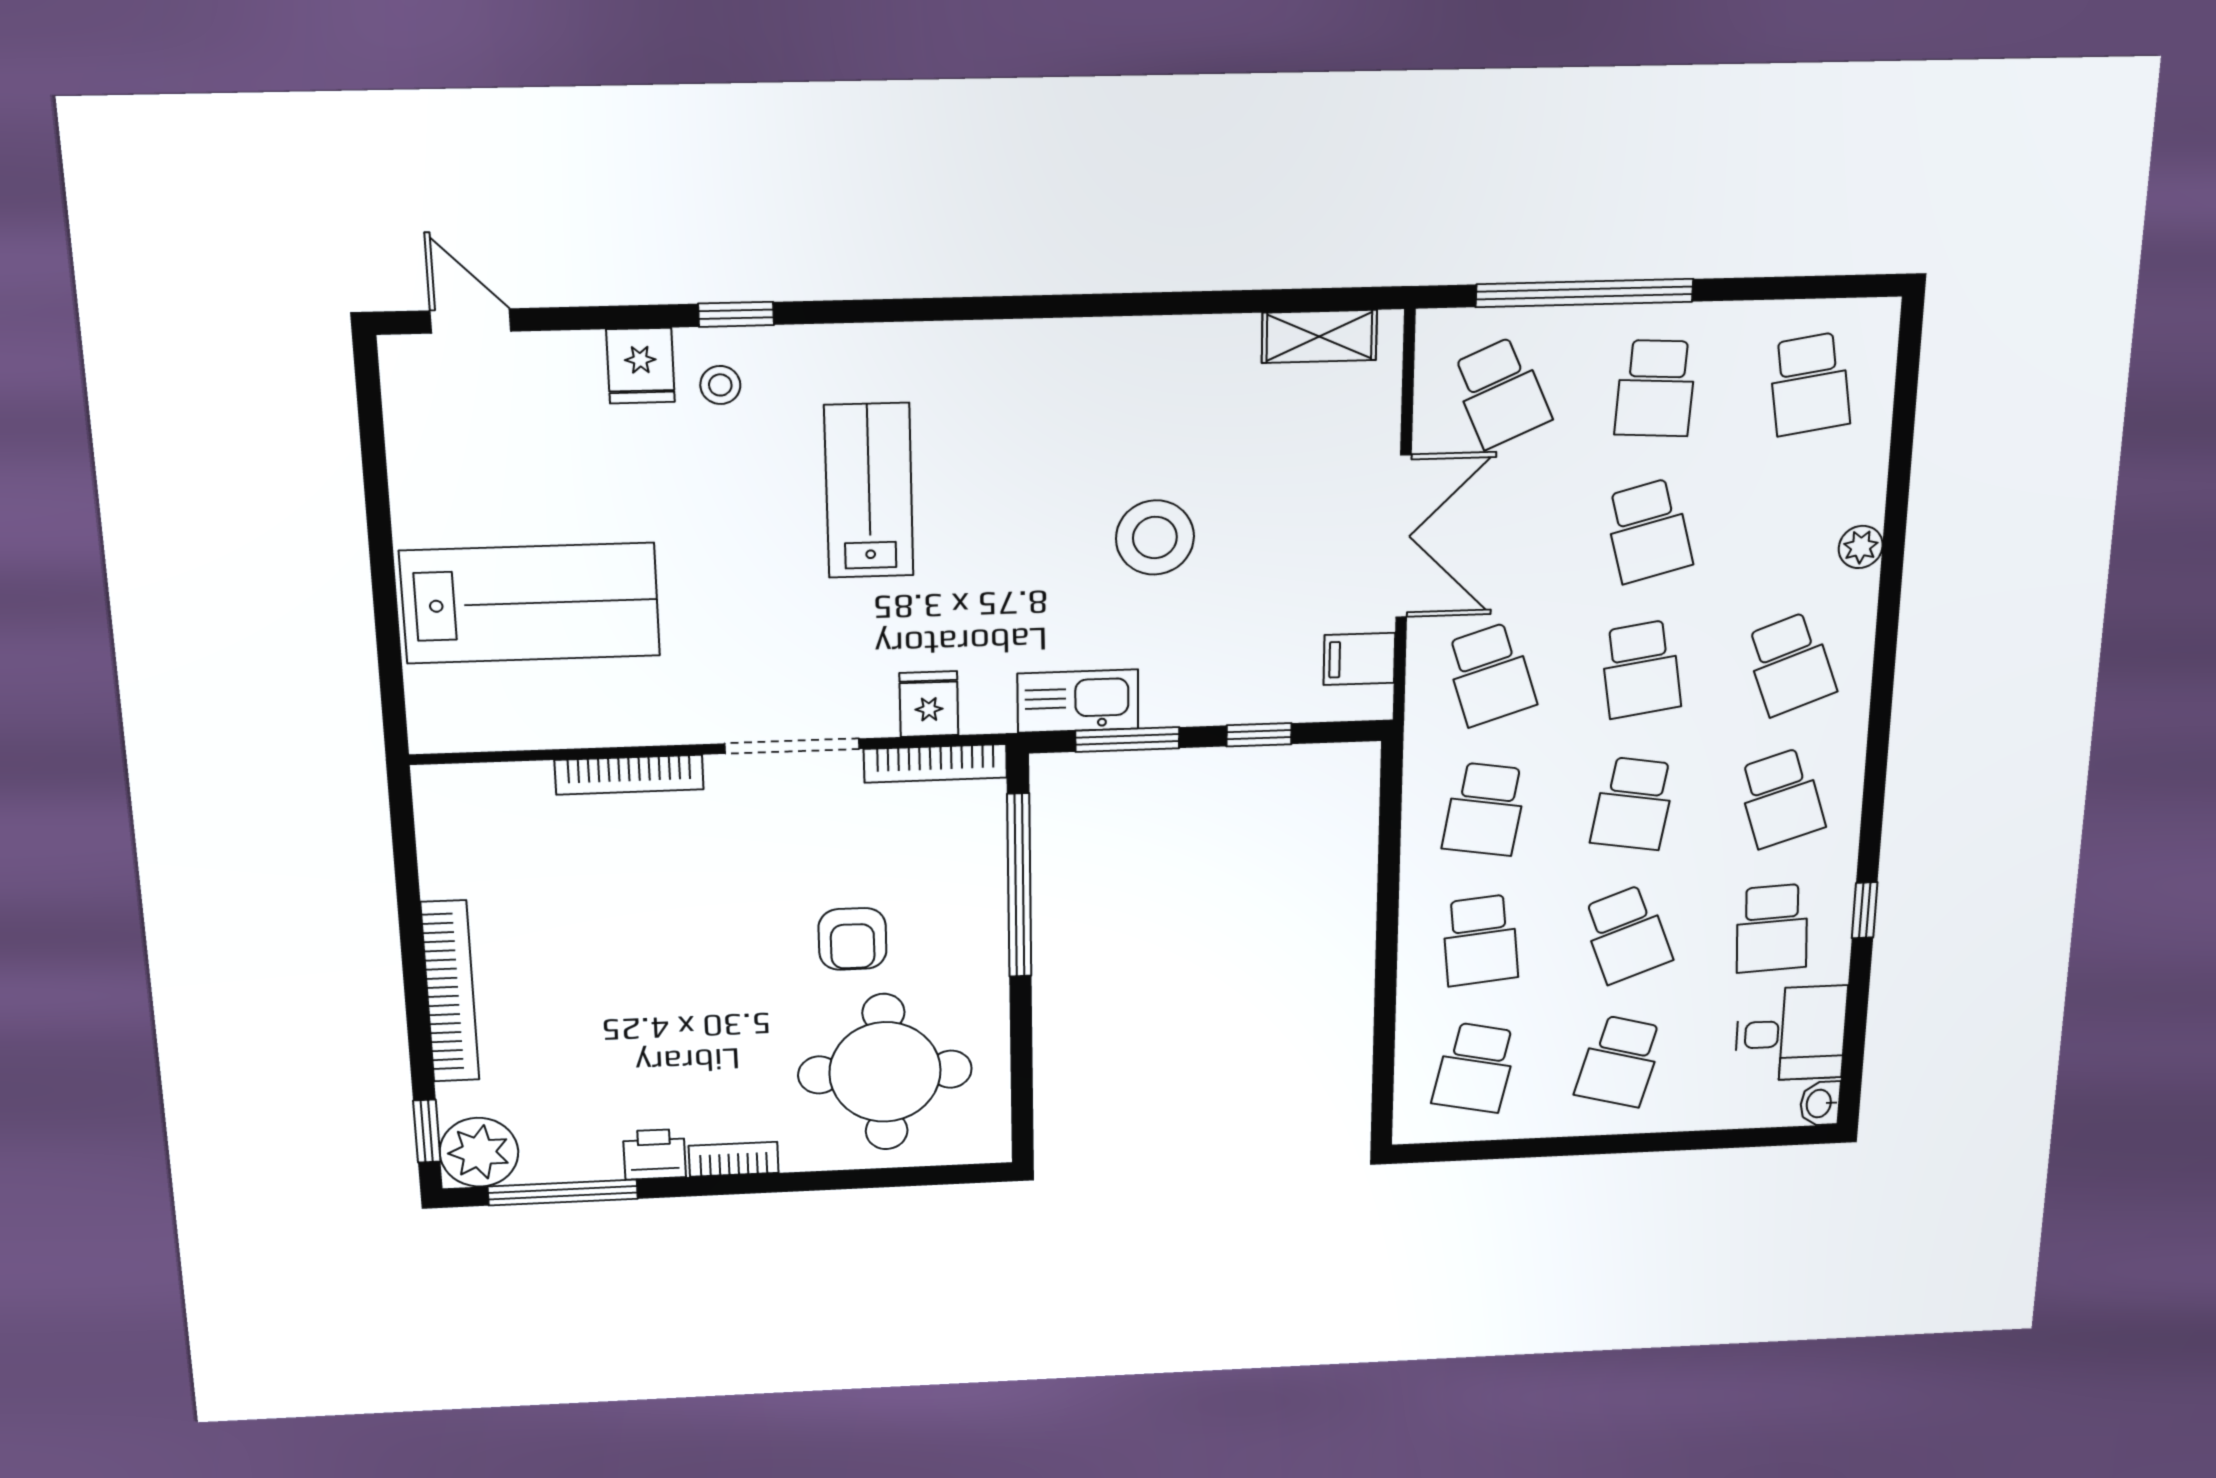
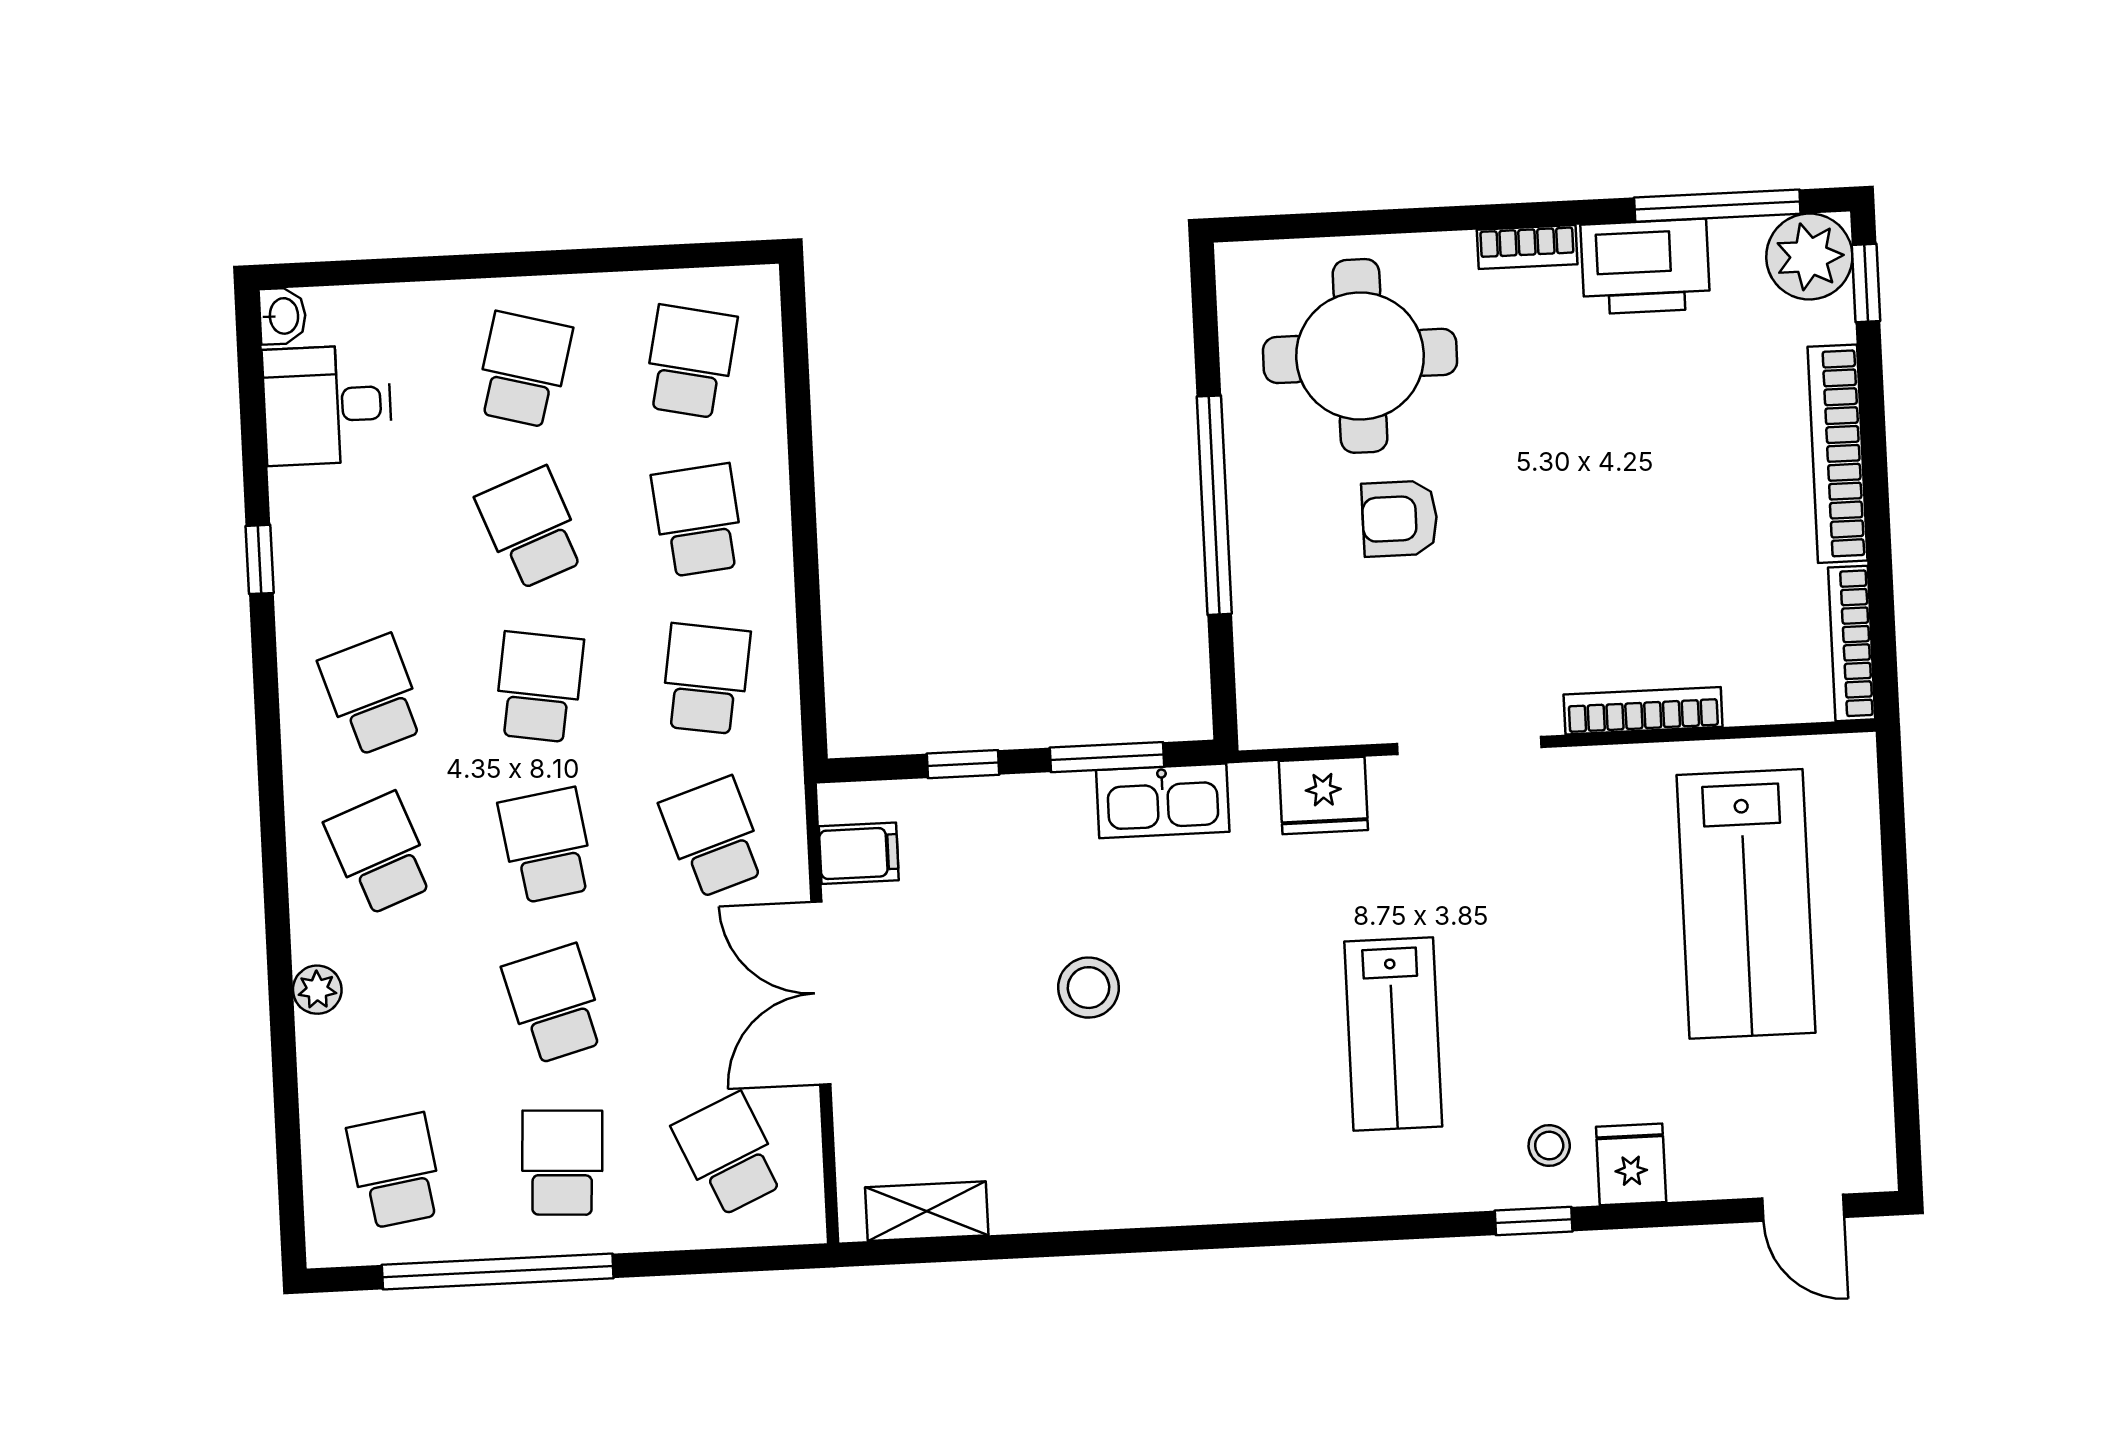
window: (1585, 293) -> (498, 1272), moved
stool: (1155, 538) -> (1088, 988), width x0.73, depth x0.73
lab bench: (530, 603) -> (1746, 904), turned -90
fridge: (929, 704) -> (1323, 796), width x1.38
bookcase: (935, 763) -> (1852, 643), moved, turned -90
window: (1019, 886) -> (1214, 505), moved
school desk: (1772, 928) -> (365, 536), removed
armchair: (852, 939) -> (1400, 519), turned -90
printer: (654, 1154) -> (1645, 267), width x1.87, depth x1.48

